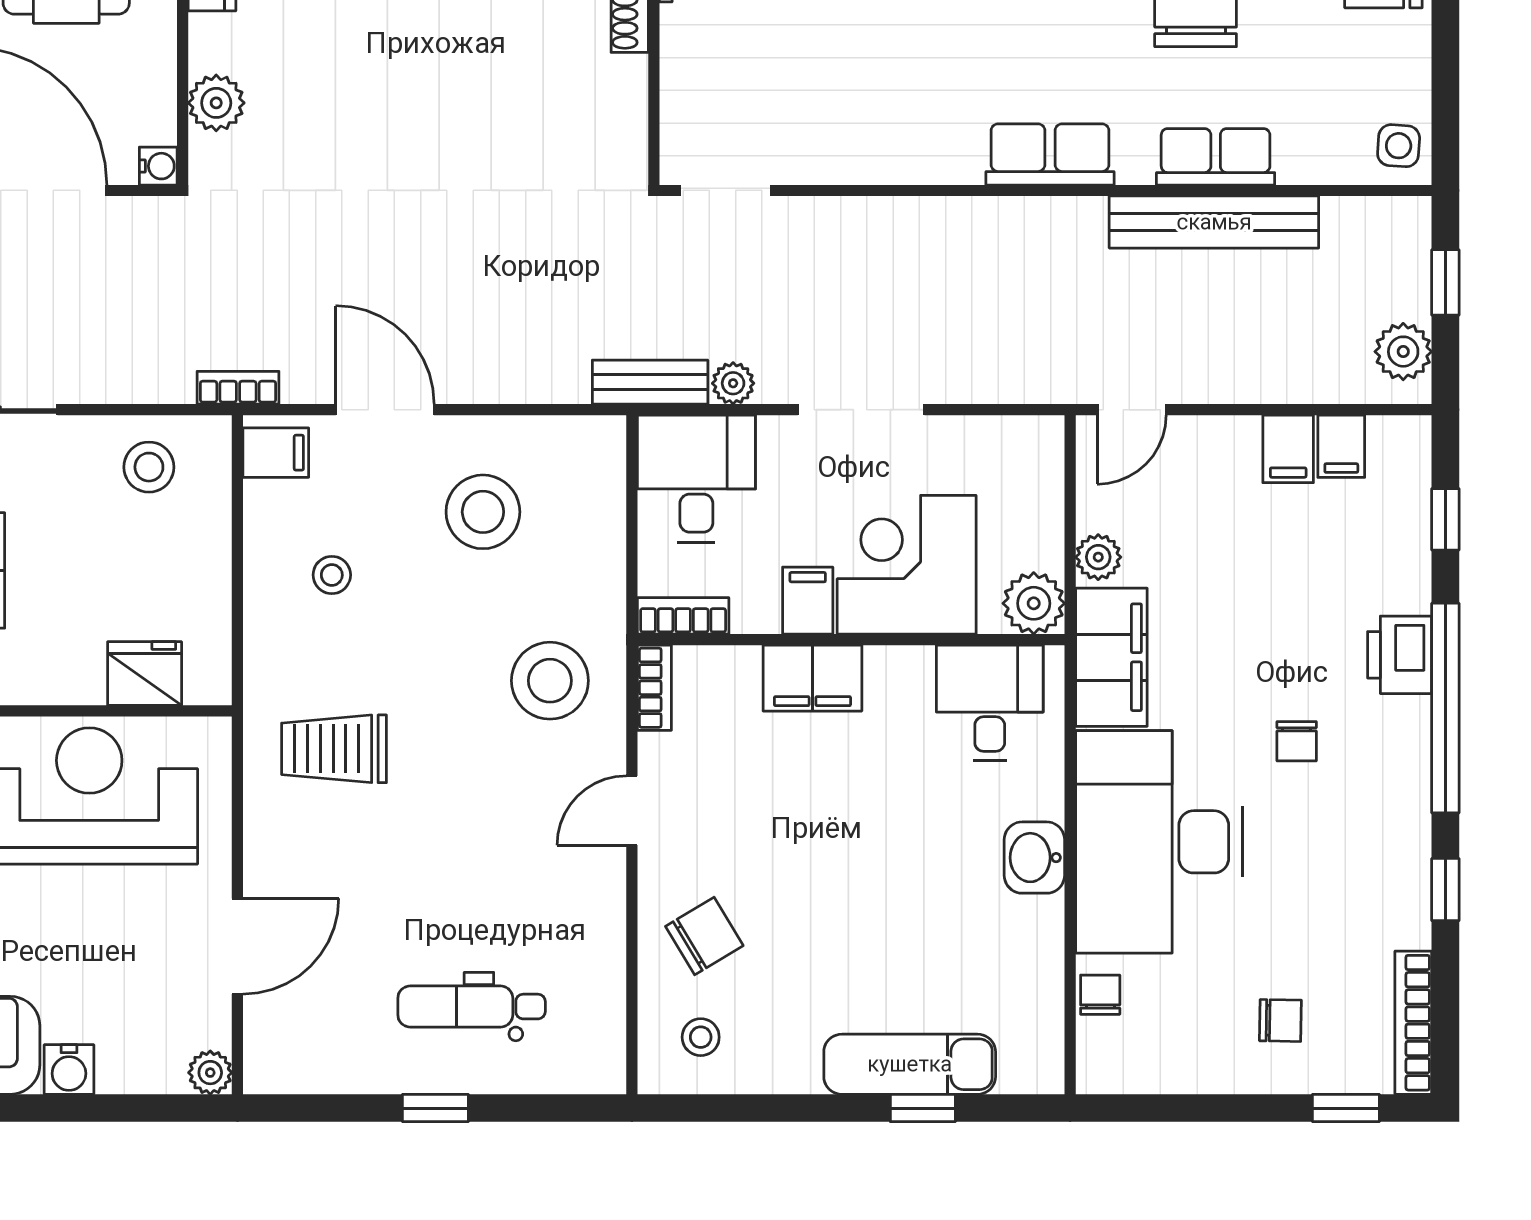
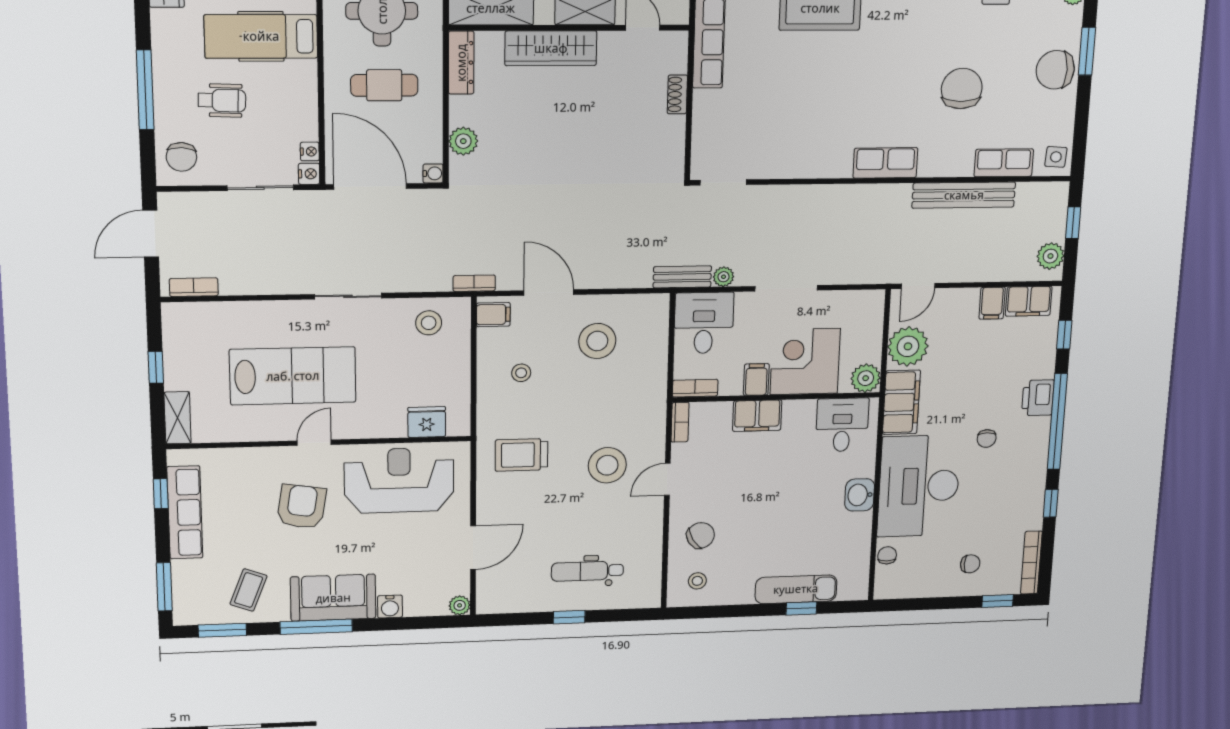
row of seats: (1216, 157) -> (1004, 163), moved
filing cabinet: (1341, 446) -> (1029, 301), width x2.00
plant: (1098, 557) -> (908, 346), width x1.88, depth x1.88
stool: (550, 681) -> (607, 465), moved

